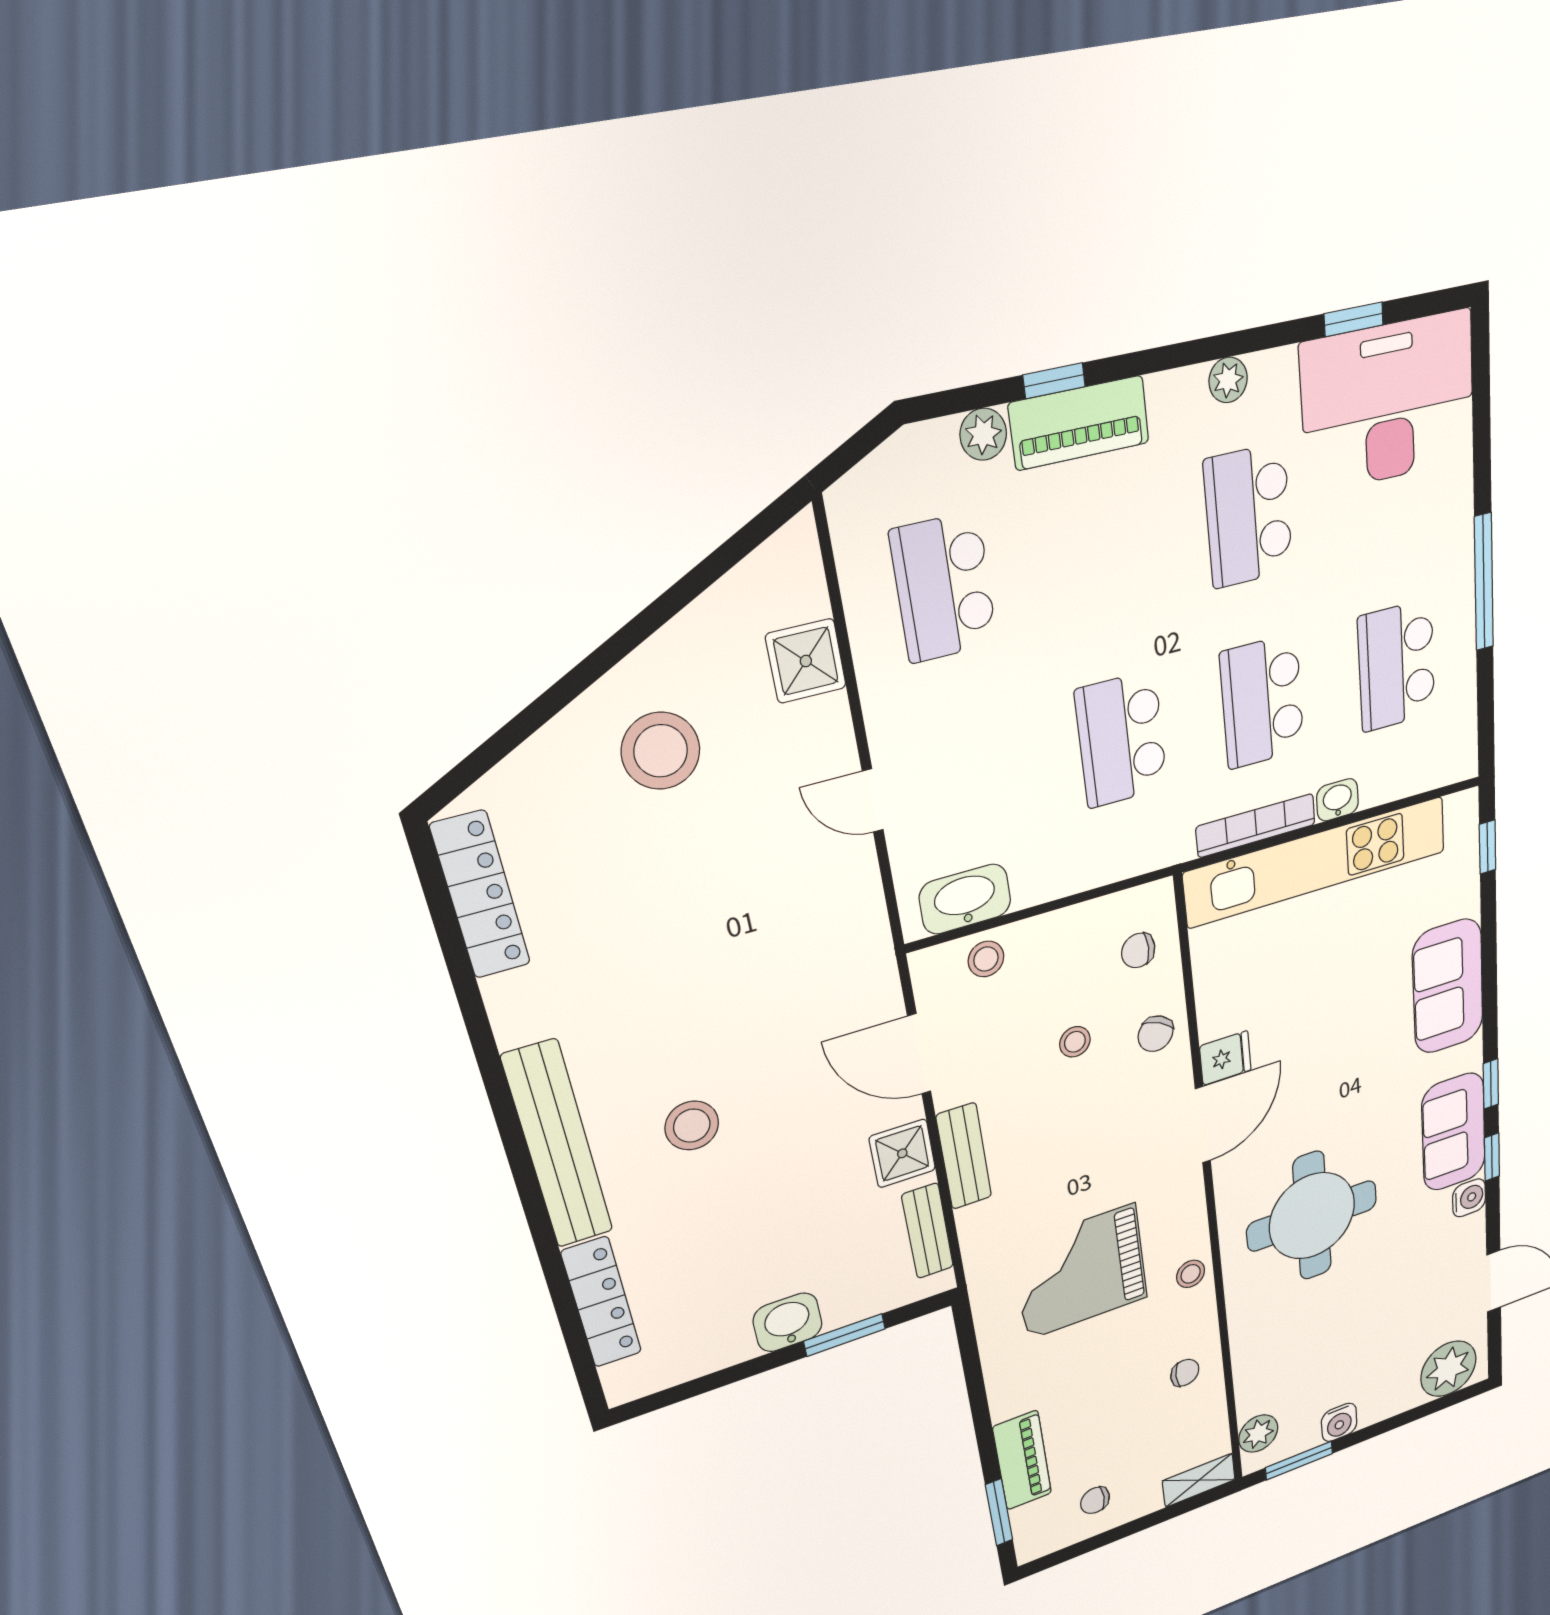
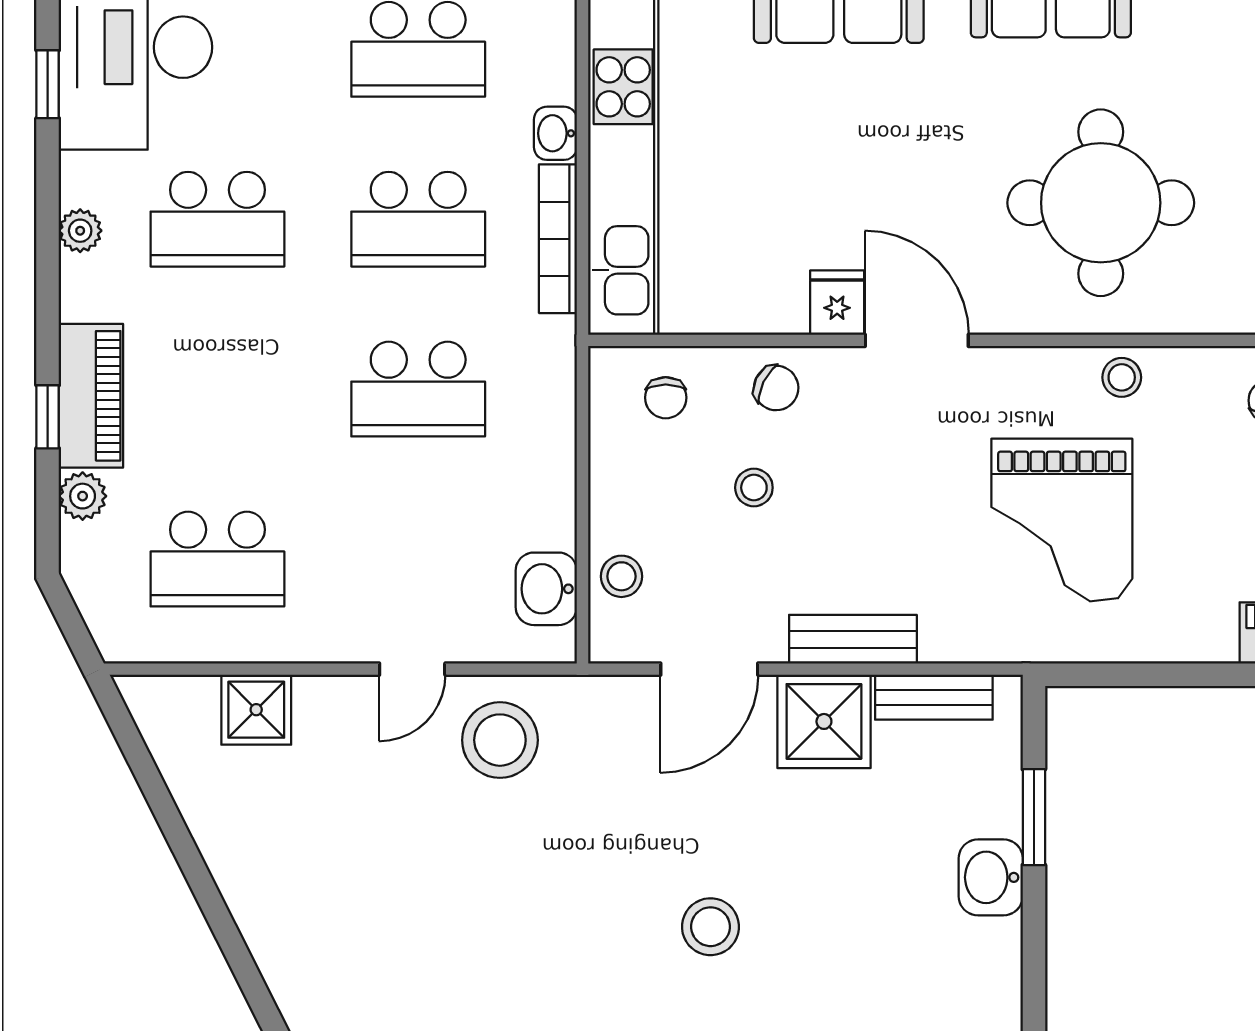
stool: (661, 751) -> (500, 740), moved
washbasin: (965, 899) -> (546, 589), width x0.72
shower: (902, 1153) -> (824, 721), width x1.36, depth x1.36

